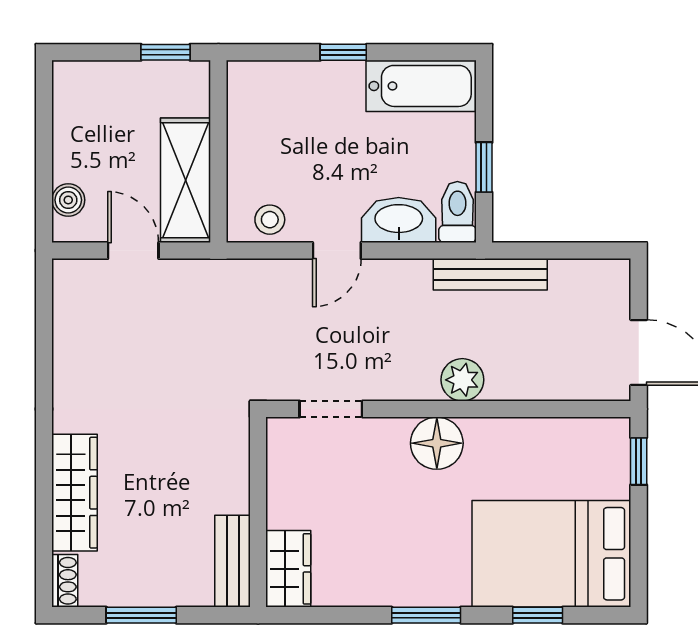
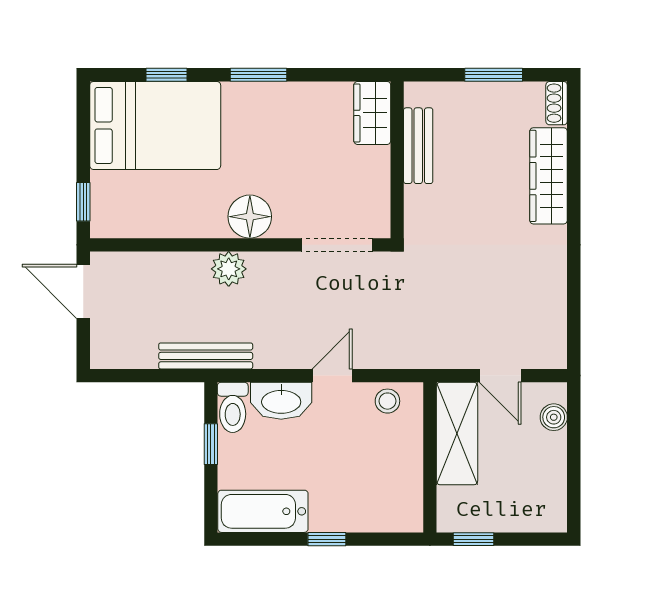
doorway: (331, 409) -> (337, 245), width x1.38
bench: (233, 561) -> (418, 146), moved

